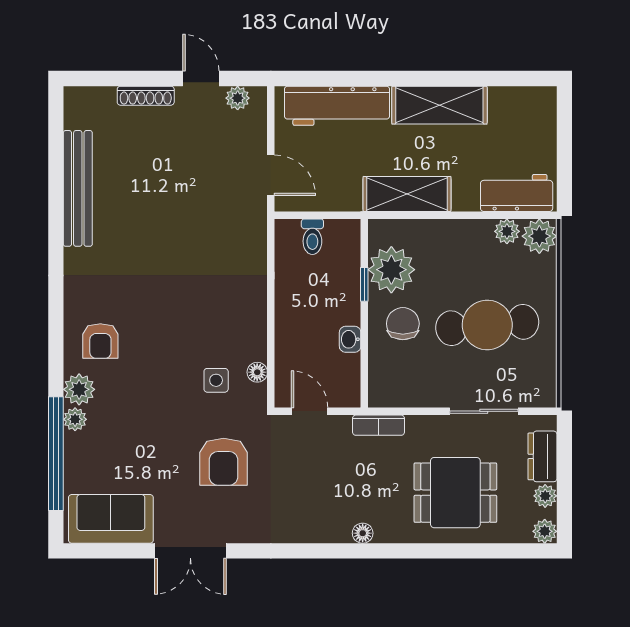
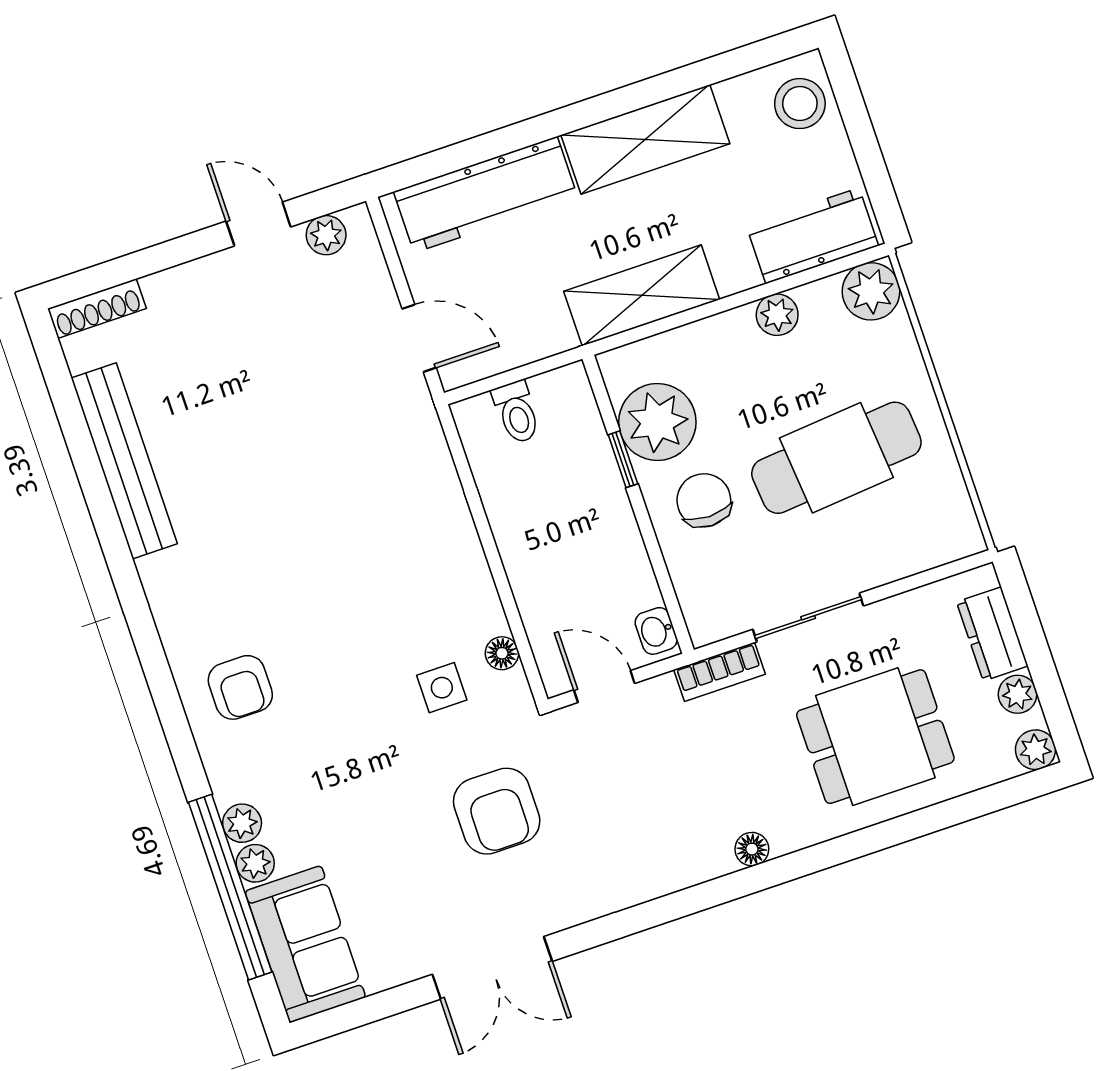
shoe rack: (146, 96) -> (97, 309), moved
stool: (535, 115) -> (800, 104), added
plant: (507, 231) -> (777, 315), moved
washbasin: (350, 339) -> (656, 631), moved
plant: (79, 389) -> (255, 863), moved, width x0.73, depth x0.73
sliding door: (484, 411) -> (808, 618), moved
sofa: (111, 519) -> (305, 944), moved, turned 90

